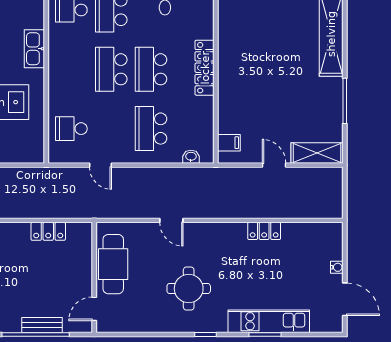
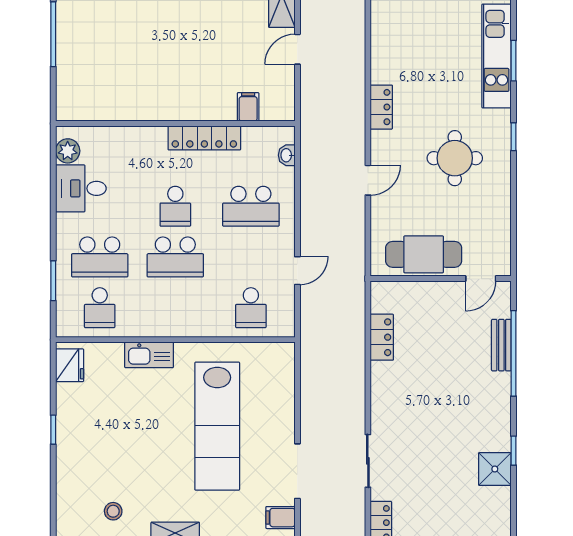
locker: (205, 68) -> (204, 138), moved
school desk: (151, 69) -> (175, 206), width x0.54
filing cabinet: (229, 143) -> (248, 107), moved
locker: (264, 231) -> (381, 107), moved
door: (94, 309) -> (481, 279), hinge flipped

